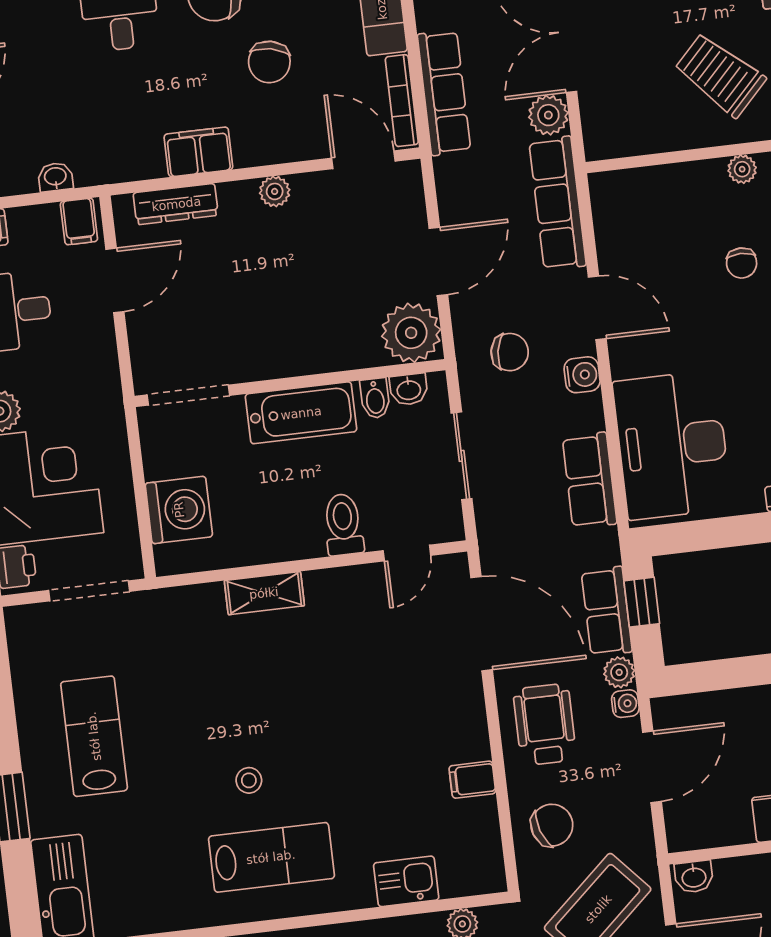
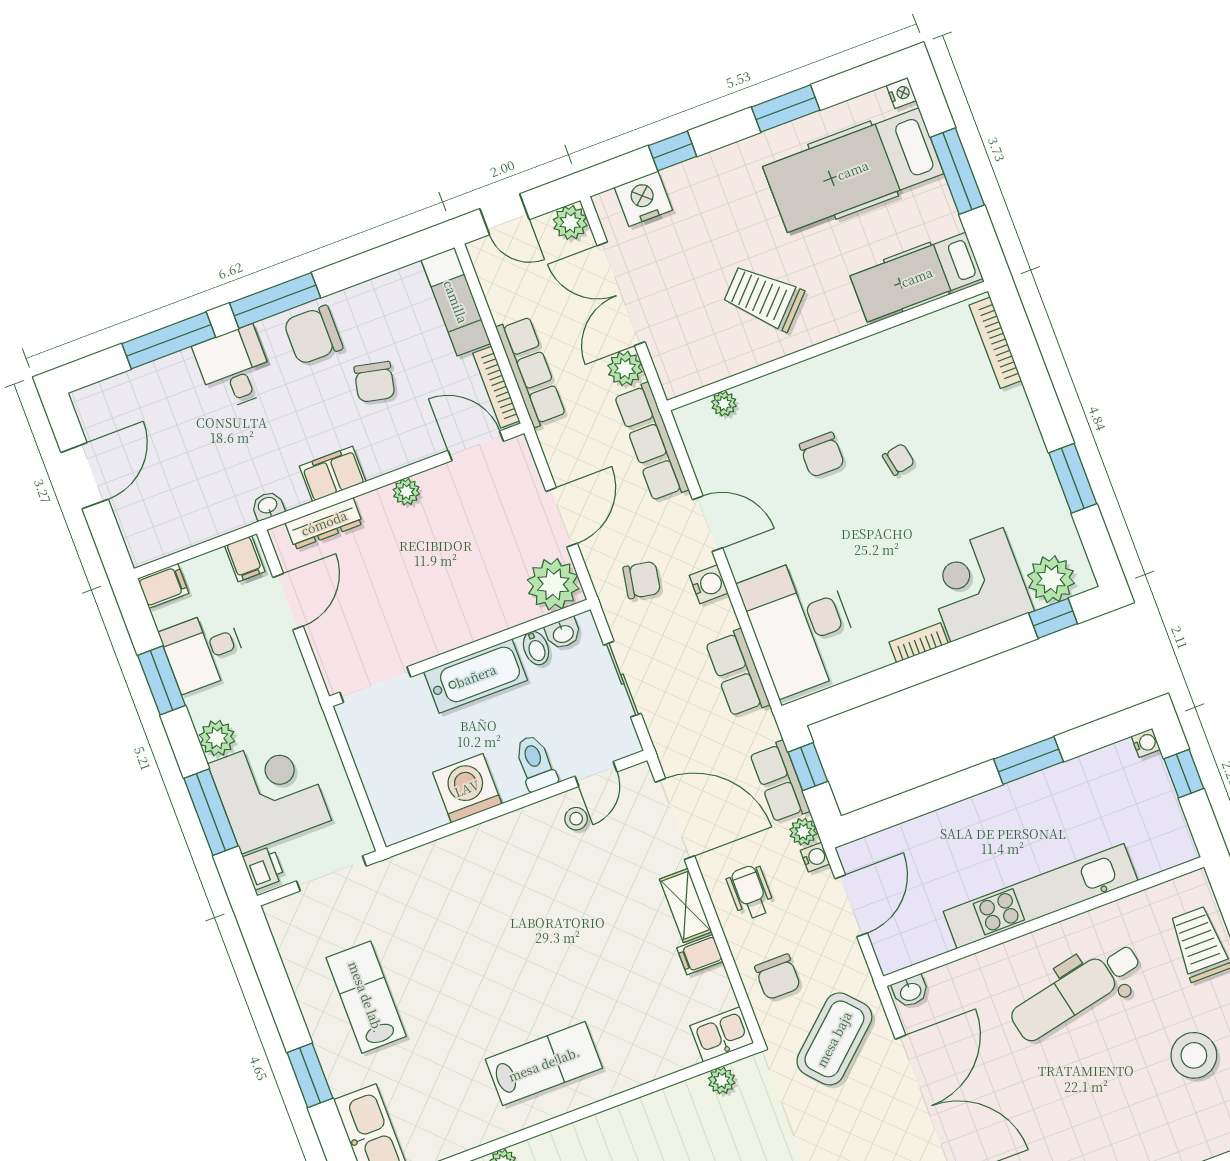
plant: (742, 169) -> (724, 404), moved
washbasin: (55, 177) -> (268, 506), moved
chair: (742, 263) -> (822, 455), width x1.37, depth x1.37
washing machine: (179, 510) -> (467, 788), moved, turned -90
shelving: (264, 593) -> (686, 905), moved, turned 90
wheelchair: (545, 724) -> (750, 892), width x0.73, depth x0.73
stool: (249, 780) -> (576, 819), moved
chair: (552, 825) -> (778, 977), turned 109
kitchen sink: (406, 881) -> (722, 1034), moved

